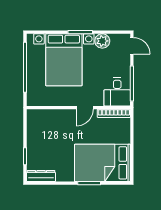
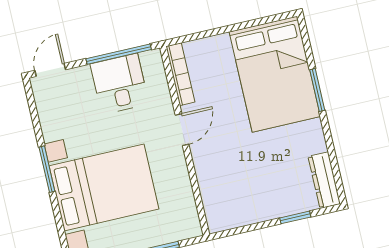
plant: (102, 41) -> (54, 126), removed
desk: (117, 92) -> (120, 84), moved, turned -90
door: (85, 108) -> (182, 130), hinge flipped

